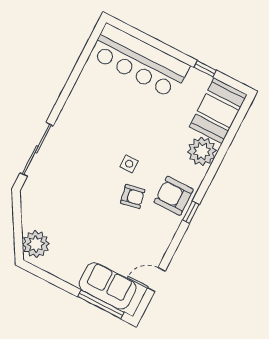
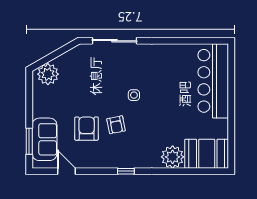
window: (205, 69) -> (231, 129), removed
side table: (129, 164) -> (134, 95), moved
armchair: (174, 196) -> (87, 129), moved
window: (101, 304) -> (29, 141), width x0.69

